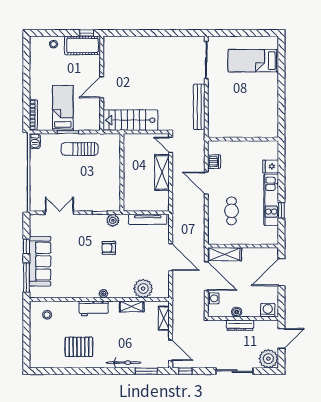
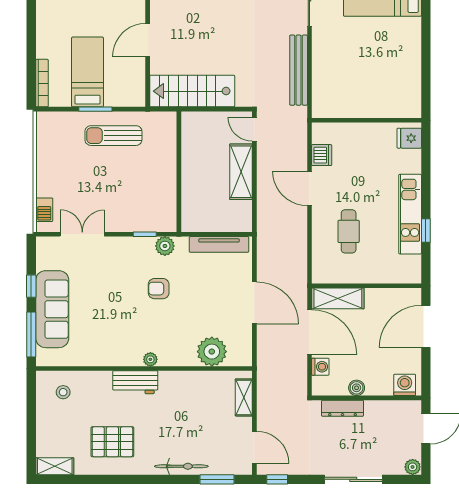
barbecue: (35, 141) -> (44, 210), moved
fridge: (271, 166) -> (409, 138), moved
shelving: (132, 306) -> (55, 466), moved
dresser: (240, 325) -> (343, 408), moved
plant: (268, 359) -> (413, 467), width x0.53, depth x0.53

